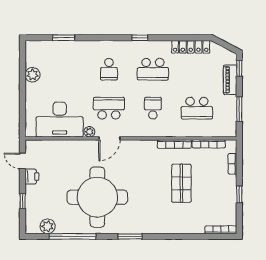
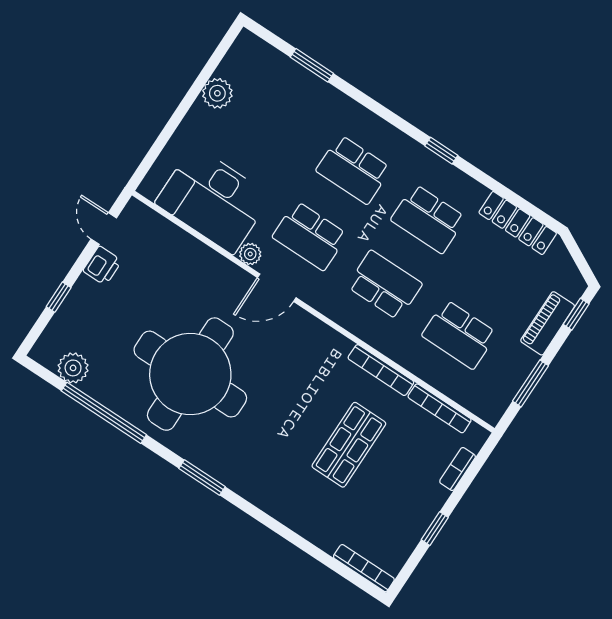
school desk: (109, 69) -> (353, 170), width x1.85
school desk: (109, 108) -> (310, 236), turned 180
school desk: (153, 108) -> (385, 285), width x1.85

